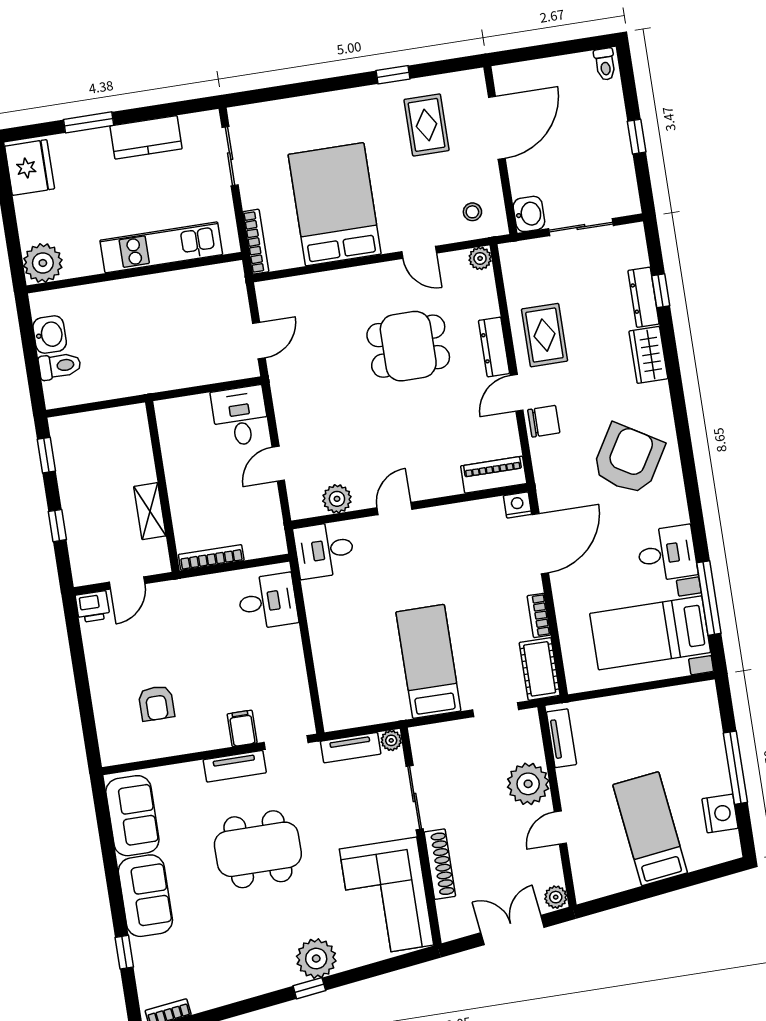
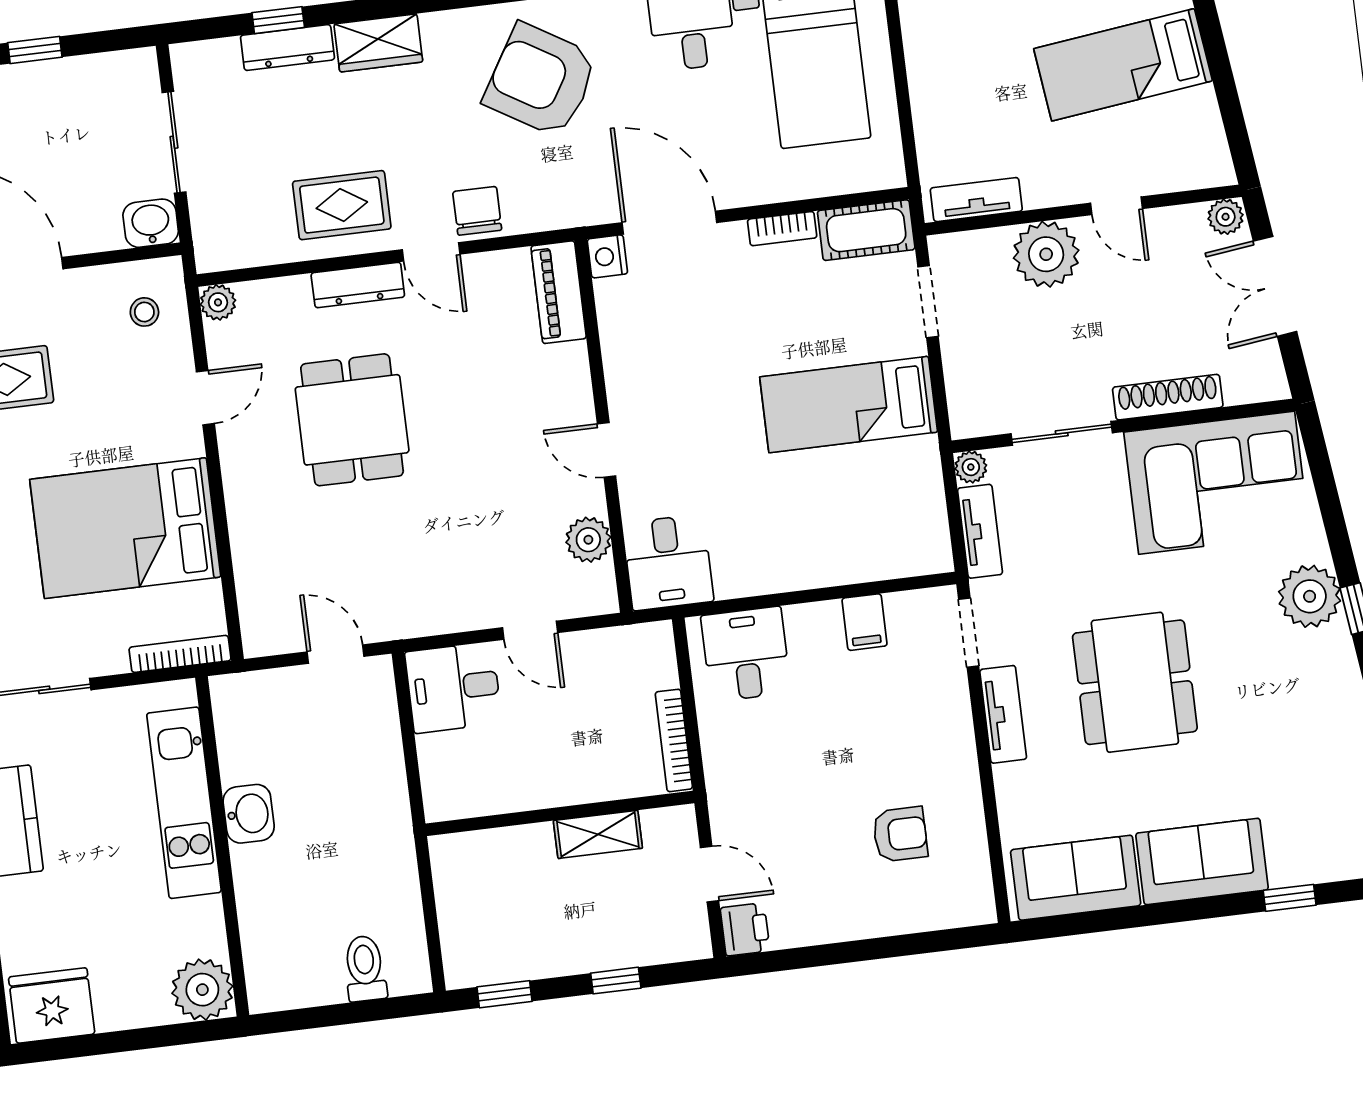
washbasin: (50, 335) -> (249, 814), moved, turned 90
filing cabinet: (242, 728) -> (864, 622), moved, turned -90

